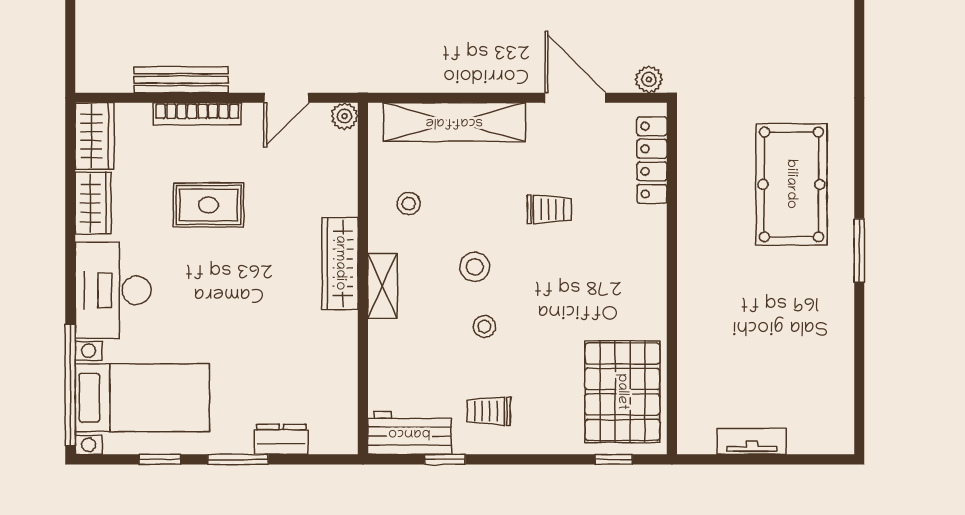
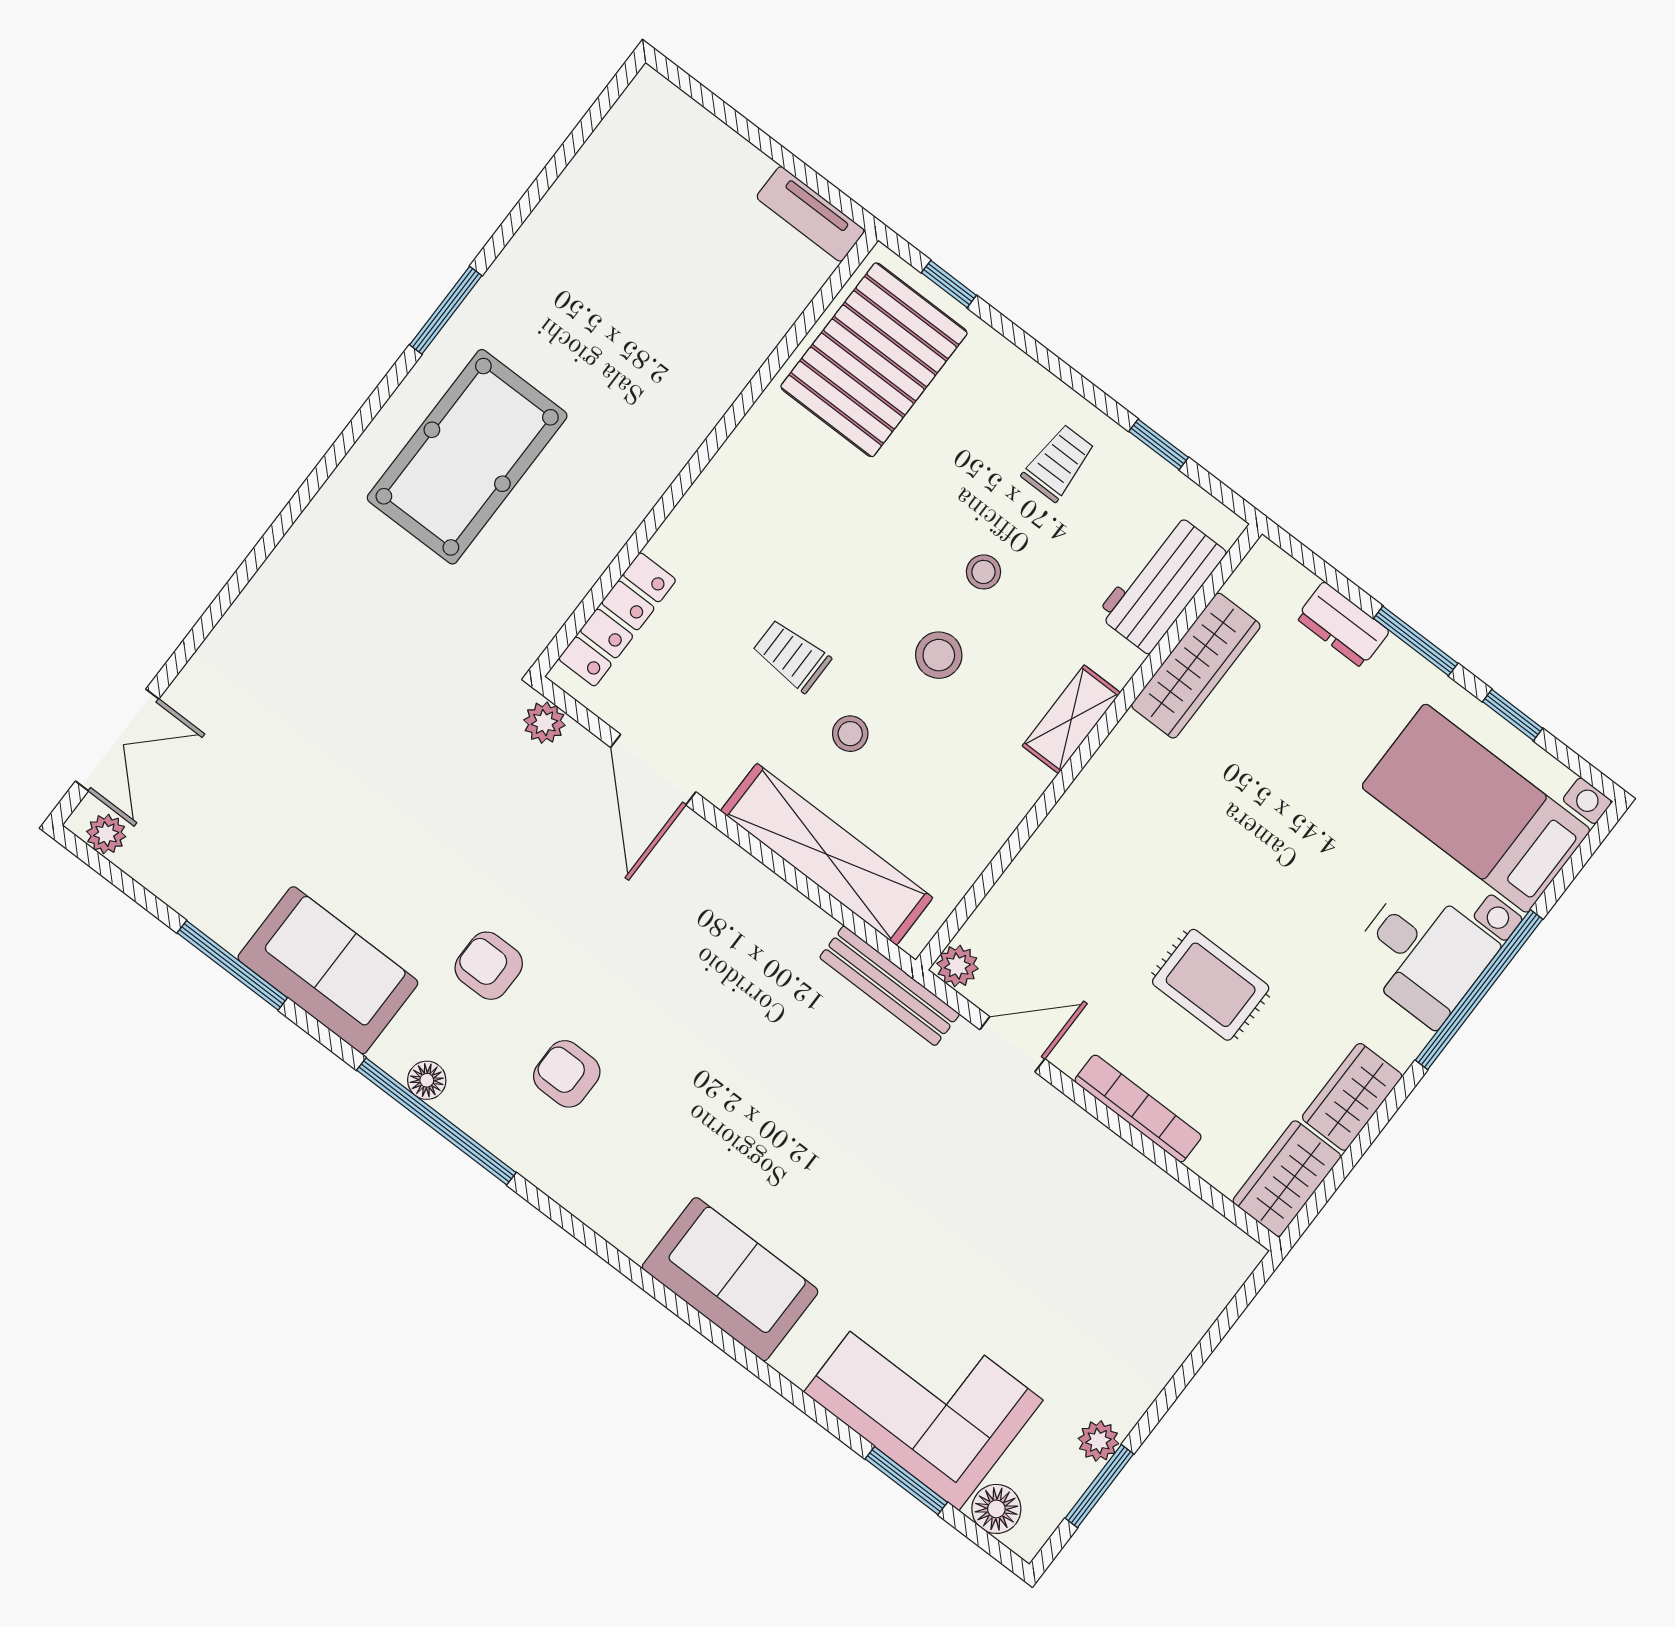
bench: (181, 80) -> (890, 986), moved
stool: (409, 204) -> (850, 734), moved
wardrobe: (340, 263) -> (1196, 666), moved
desk: (113, 290) -> (1423, 953), width x0.73
window: (70, 385) -> (1479, 990), moved
trolley: (489, 411) -> (1058, 463), turned -90
workbench: (409, 433) -> (1162, 584), moved, turned 90
tv unit: (752, 441) -> (811, 214), moved

